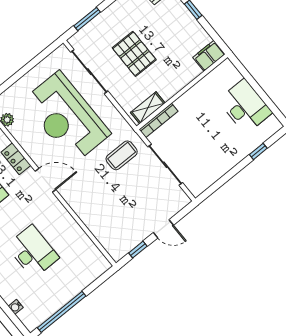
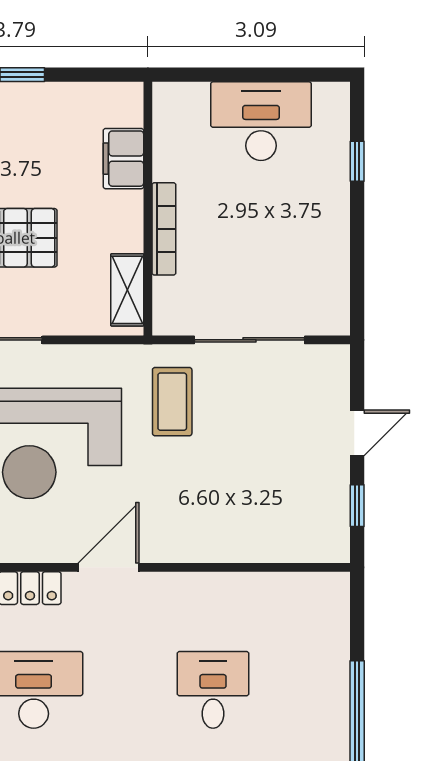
filing cabinet: (209, 56) -> (123, 159), moved
bookcase: (158, 120) -> (164, 229), moved
desk: (33, 252) -> (213, 690), width x0.73

